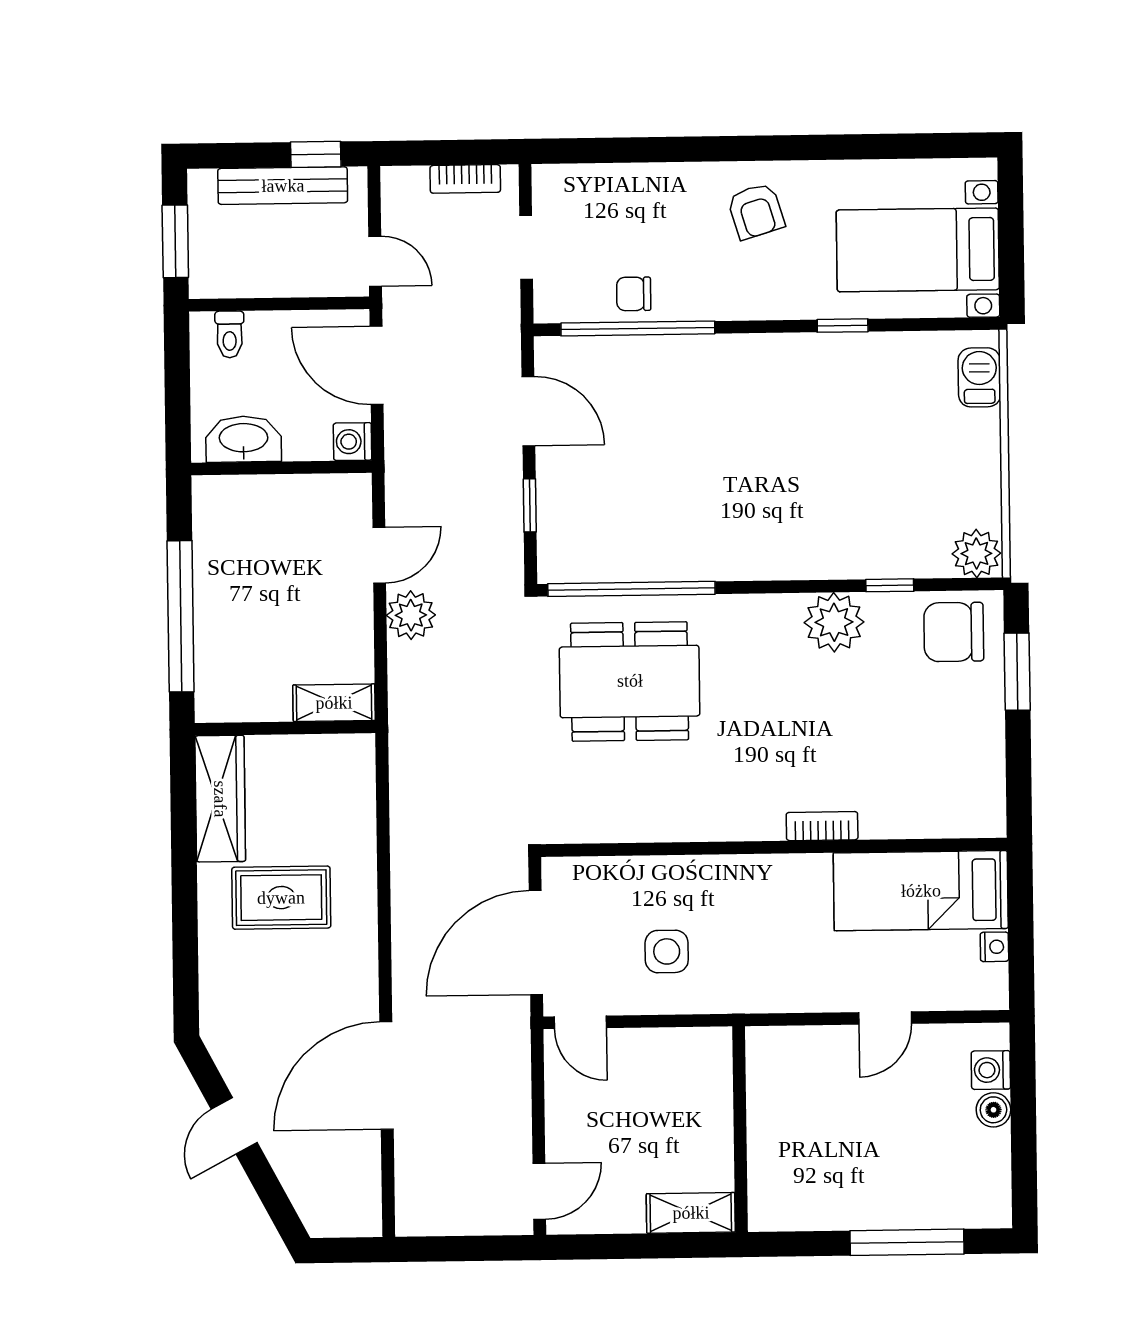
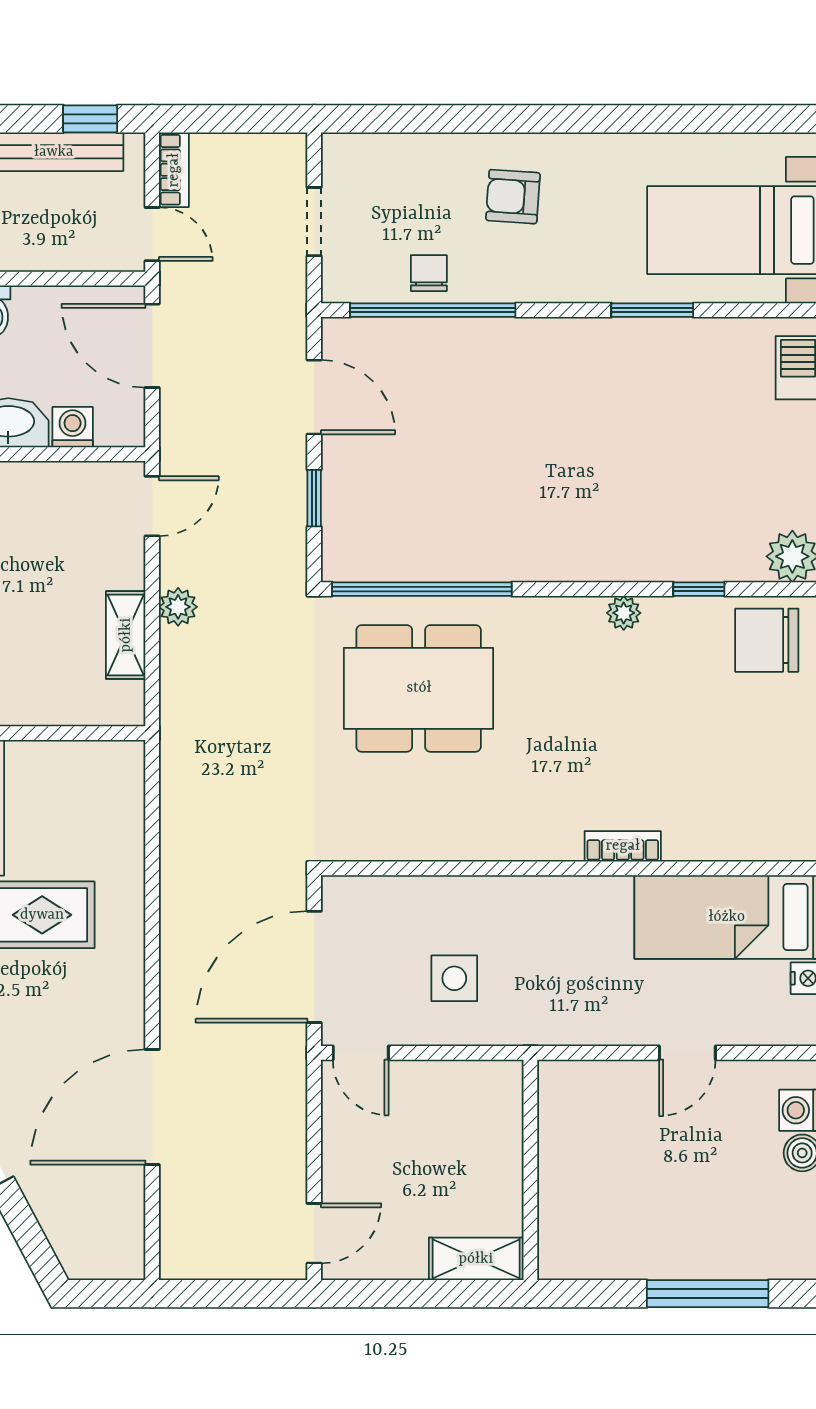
bookcase: (465, 179) -> (174, 170), moved, turned -90
armchair: (756, 211) -> (513, 197), moved, turned 111
chair: (634, 294) -> (429, 273), turned 90
window: (843, 326) -> (652, 310), width x1.50
washing machine: (352, 442) -> (73, 427), moved, turned 90
door: (379, 555) -> (152, 506), moved
plant: (411, 615) -> (178, 607), width x0.73, depth x0.73
plant: (834, 622) -> (624, 613), width x0.53, depth x0.53
shelving: (334, 703) -> (126, 635), moved, turned 90

